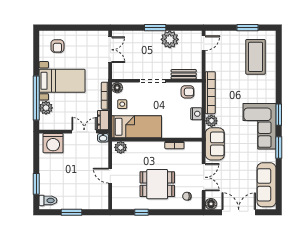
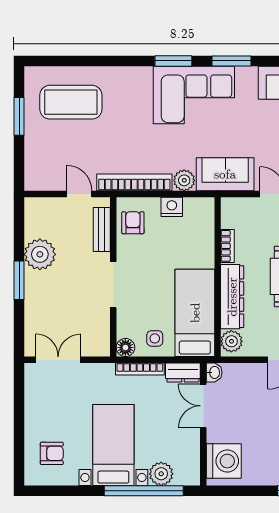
door: (204, 43) -> (79, 194), moved
dresser: (146, 148) -> (232, 297), added

